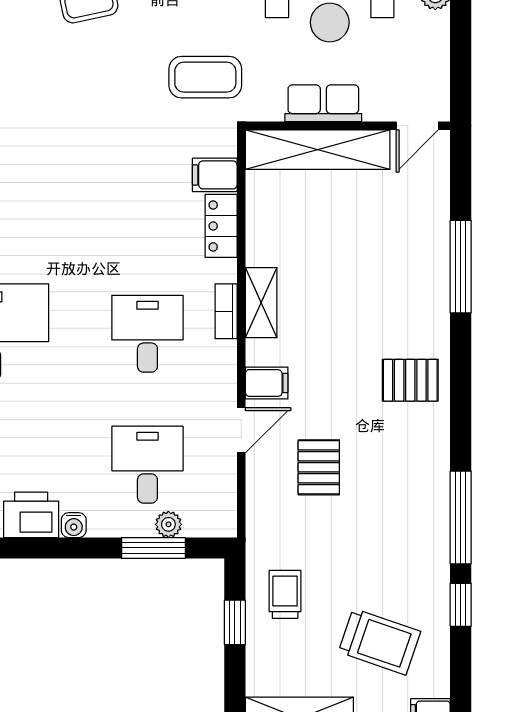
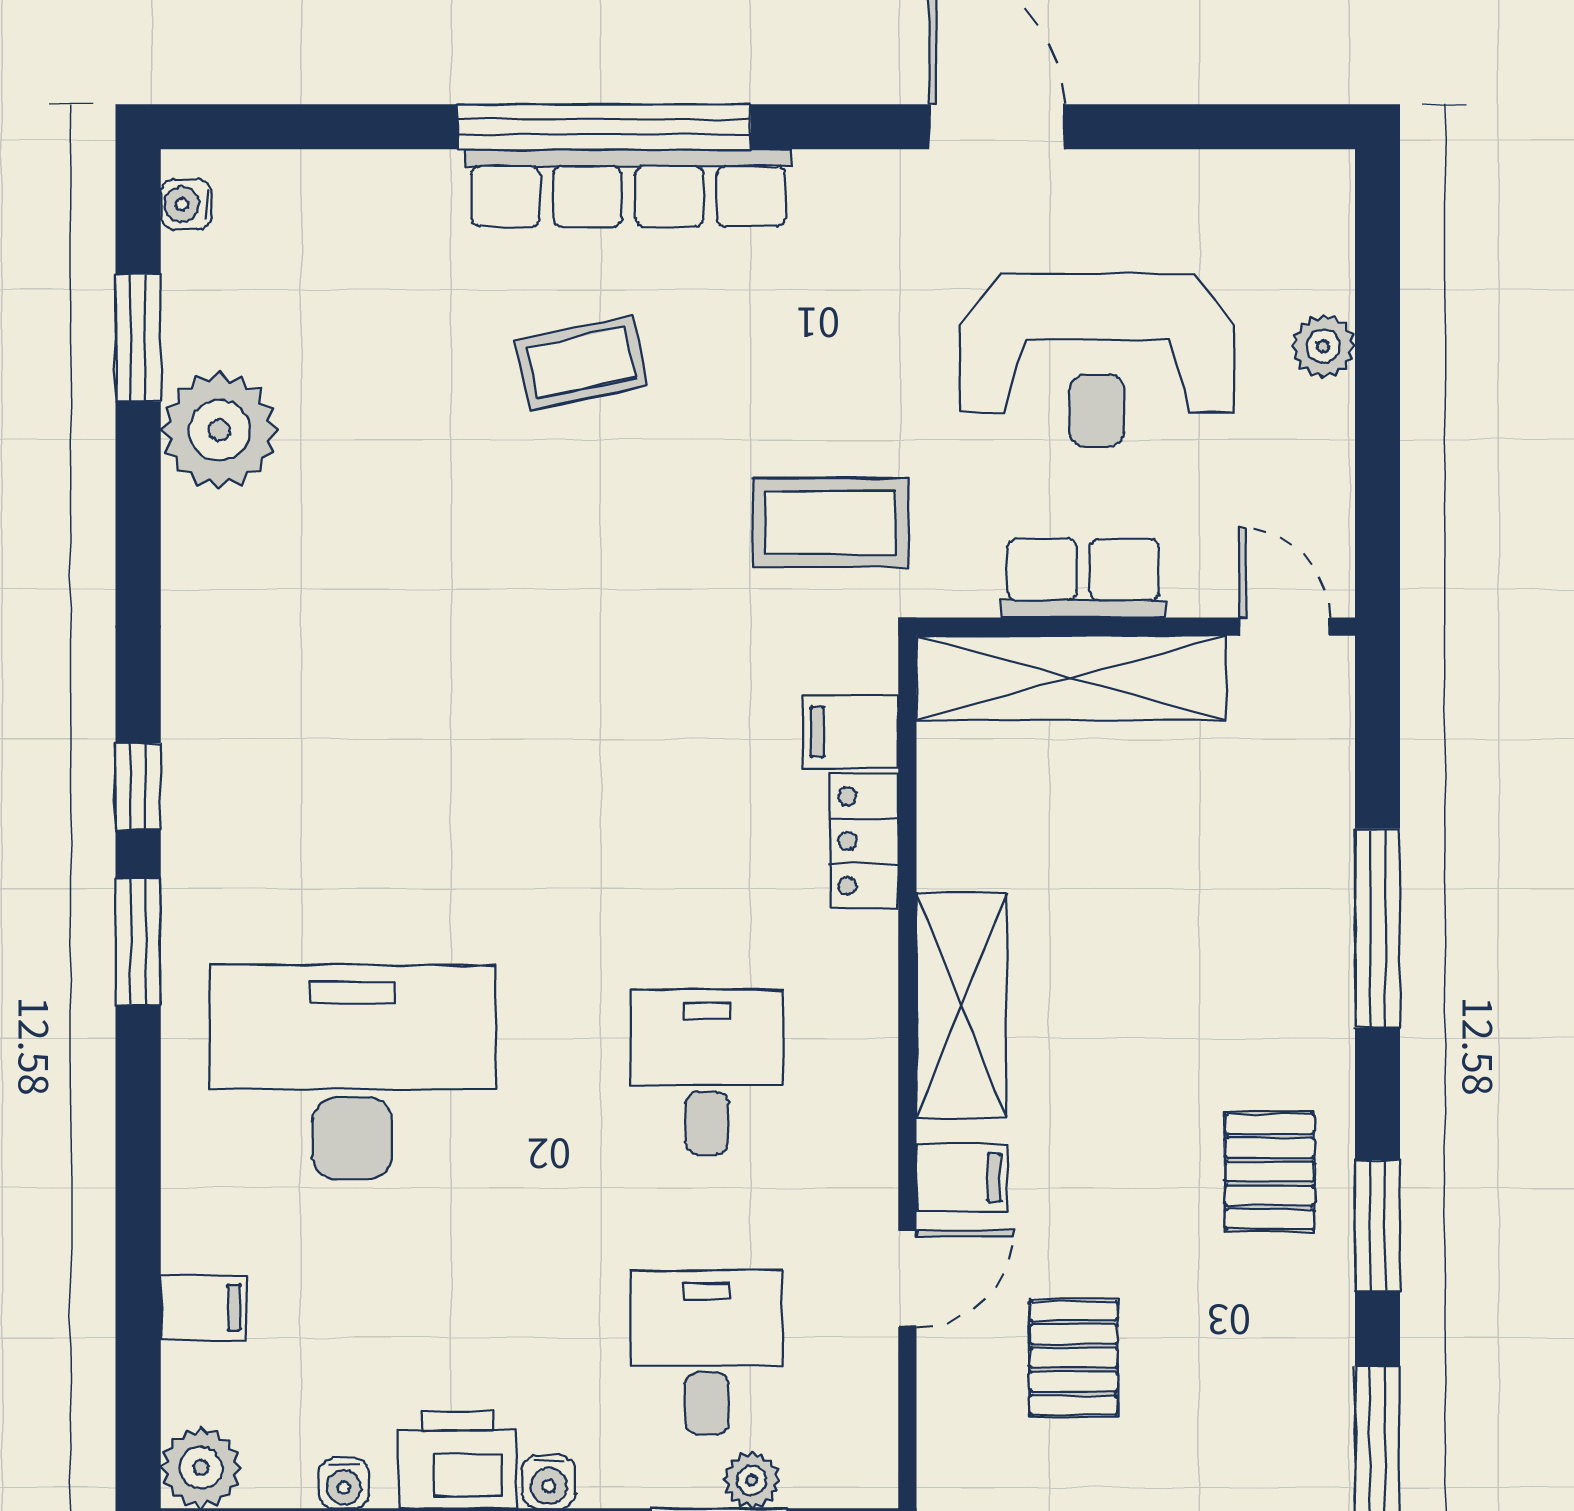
door: (417, 126) -> (1284, 627), swing flipped
shelving: (261, 303) -> (962, 1005), width x1.50, depth x1.33
bookcase: (226, 311) -> (875, 1024), removed
pallet: (410, 380) -> (1270, 1172), turned 90
window: (461, 406) -> (1378, 1226), added

